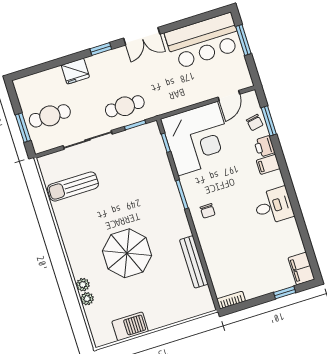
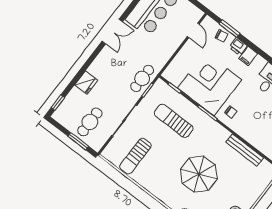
window: (101, 49) -> (58, 103), moved
cafe table: (125, 106) -> (142, 78), moved
corner desk: (198, 139) -> (210, 84), moved, turned -90
sun lounger: (140, 177) -> (174, 121), added

